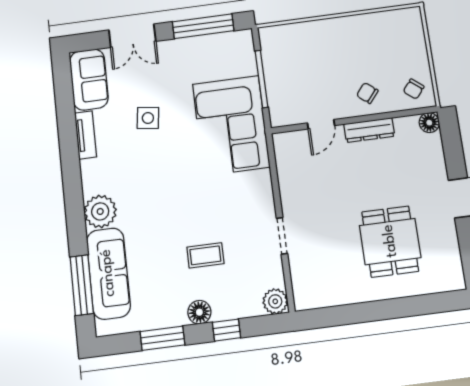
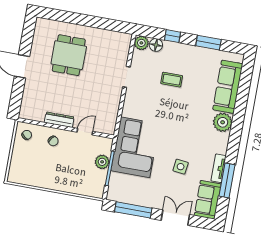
plant: (277, 85) -> (102, 162), added
floor lamp: (429, 123) -> (25, 113), removed
window: (82, 285) -> (227, 180), moved
floor lamp: (199, 312) -> (156, 45), moved

